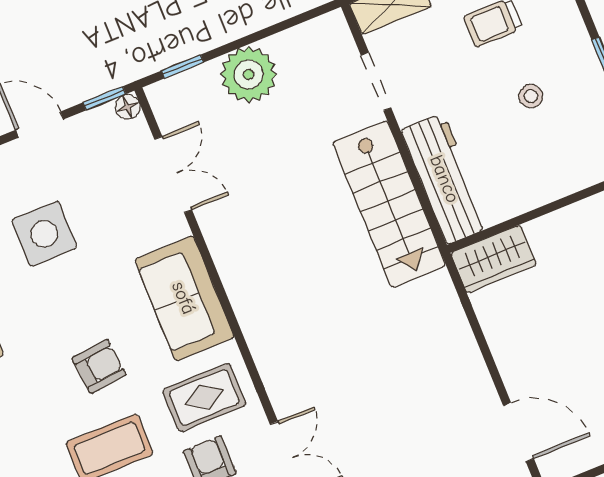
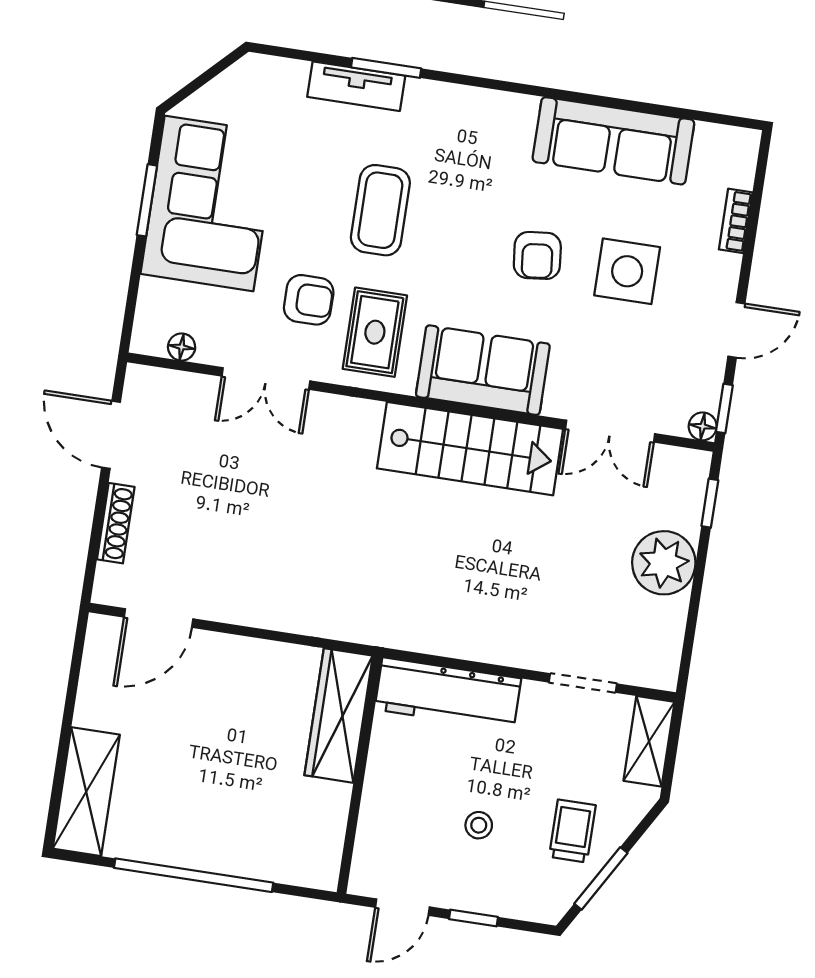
stairs: (389, 204) -> (470, 449), moved, turned 180
wardrobe: (493, 259) -> (339, 715), width x1.50
armchair: (99, 366) -> (537, 255), moved

